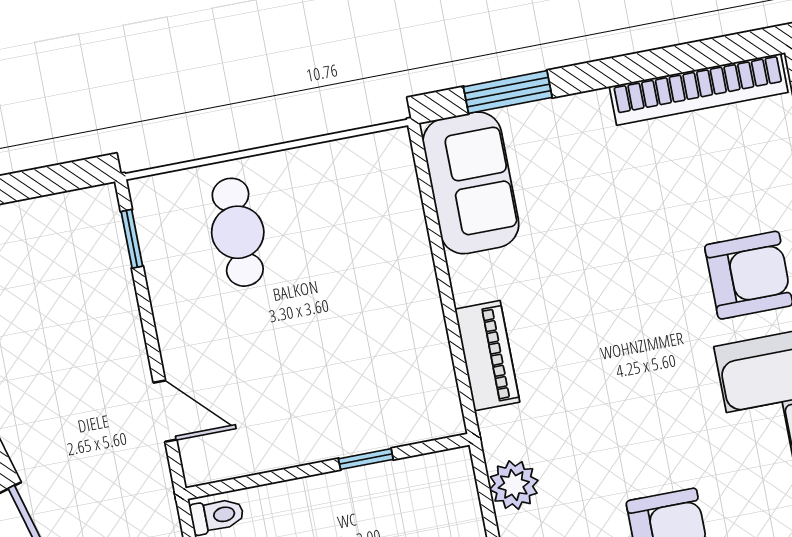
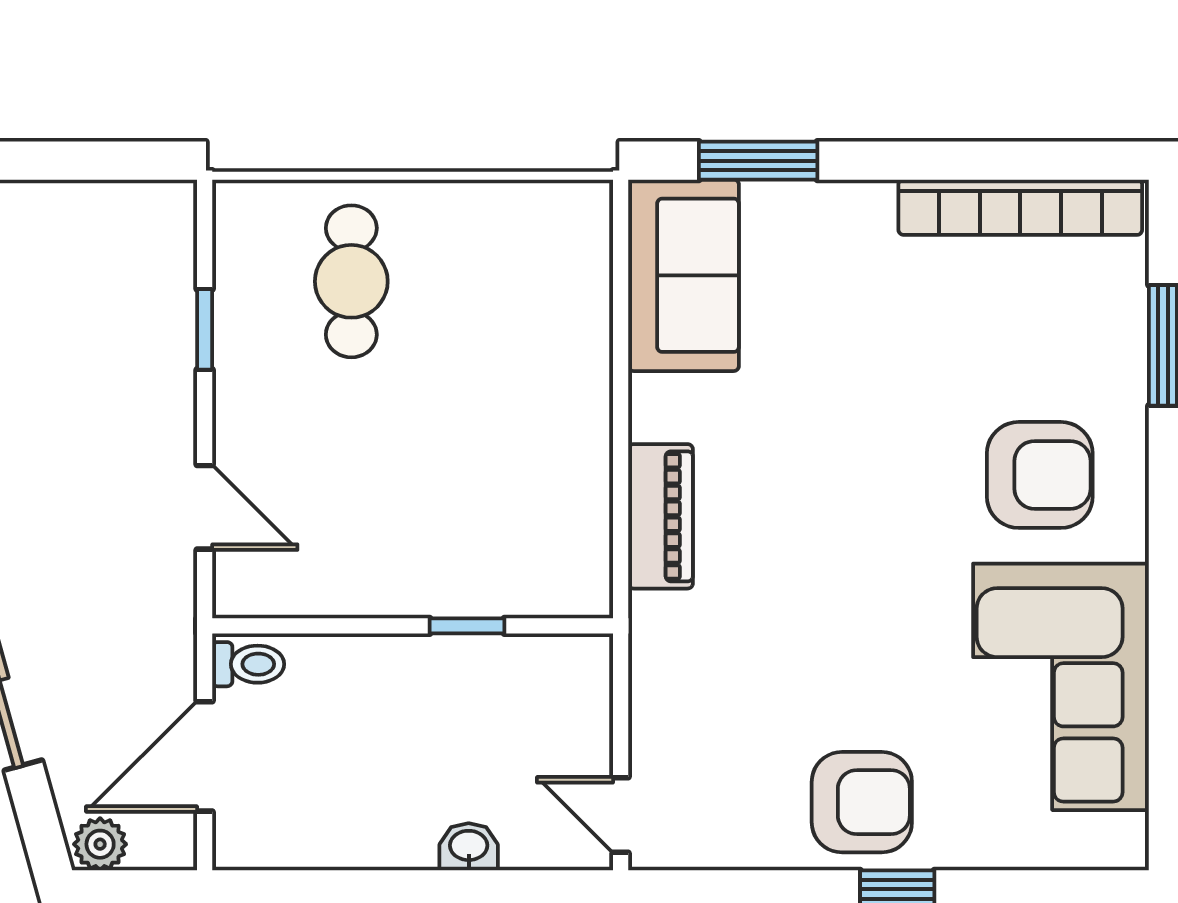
window: (132, 239) -> (205, 329), moved
plant: (514, 485) -> (663, 700), removed

